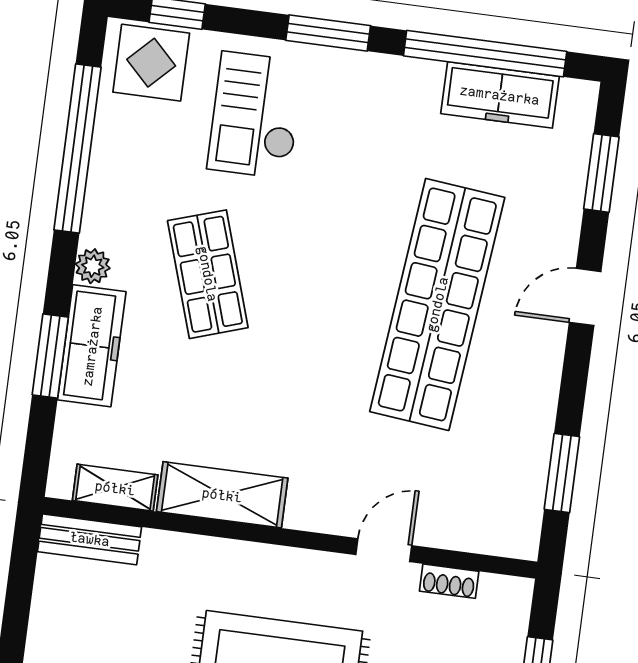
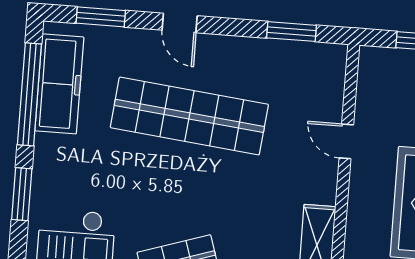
freezer: (500, 95) -> (59, 84), width x1.36, depth x1.26
shoe rack: (449, 581) -> (364, 99), removed

